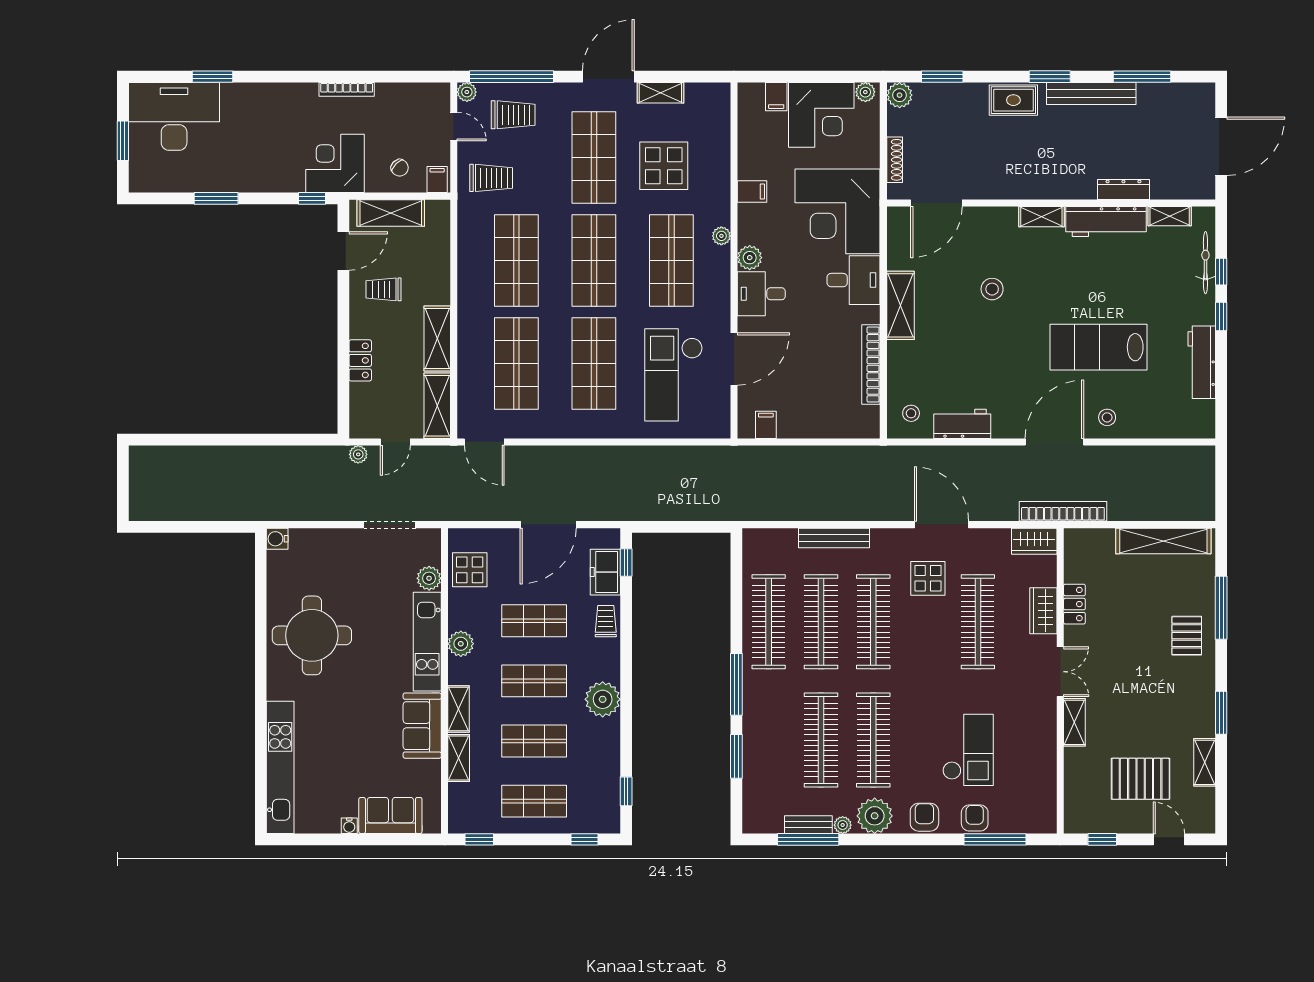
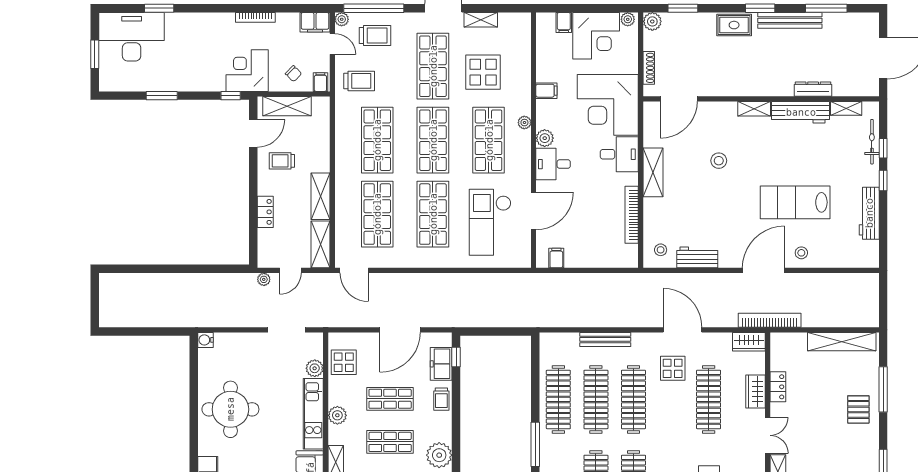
filing cabinet: (430, 96) -> (315, 22), added
trolley: (606, 621) -> (441, 399), turned 180

